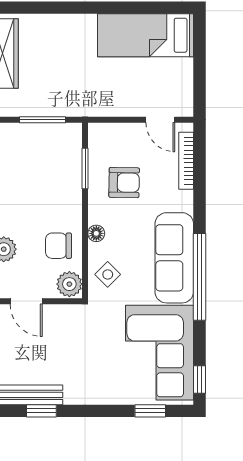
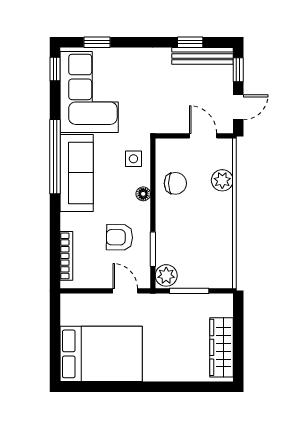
bed: (146, 35) -> (101, 354), width x1.50
door: (160, 120) -> (125, 291), moved
side table: (108, 274) -> (133, 159), turned 45
plant: (69, 284) -> (166, 275), moved

